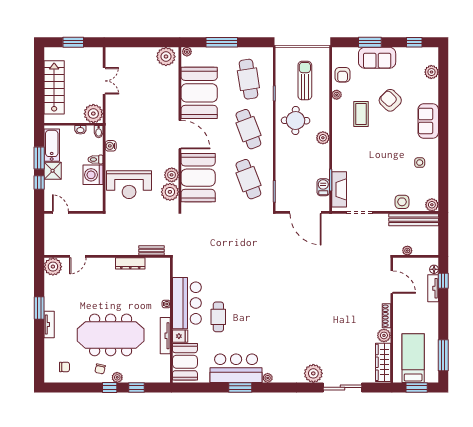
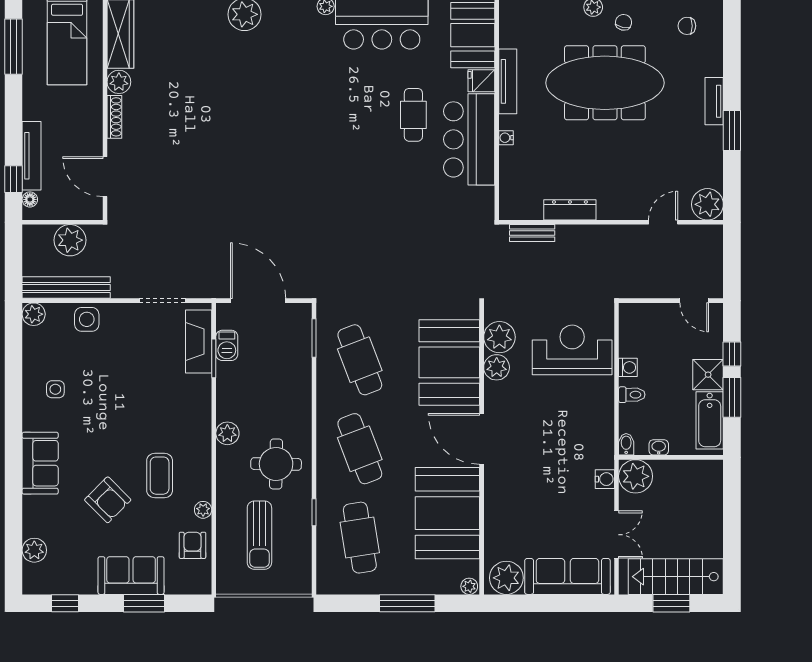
sofa: (132, 57) -> (567, 576), added
double door: (104, 81) -> (617, 535), swing flipped
stairs: (54, 87) -> (676, 577), moved, turned 90
water cooler: (111, 146) -> (605, 479), moved
washing machine: (93, 175) -> (628, 367), width x0.53, depth x0.53
plant: (407, 251) -> (70, 240), width x1.88, depth x1.88
tv unit: (433, 288) -> (32, 156), width x1.41

